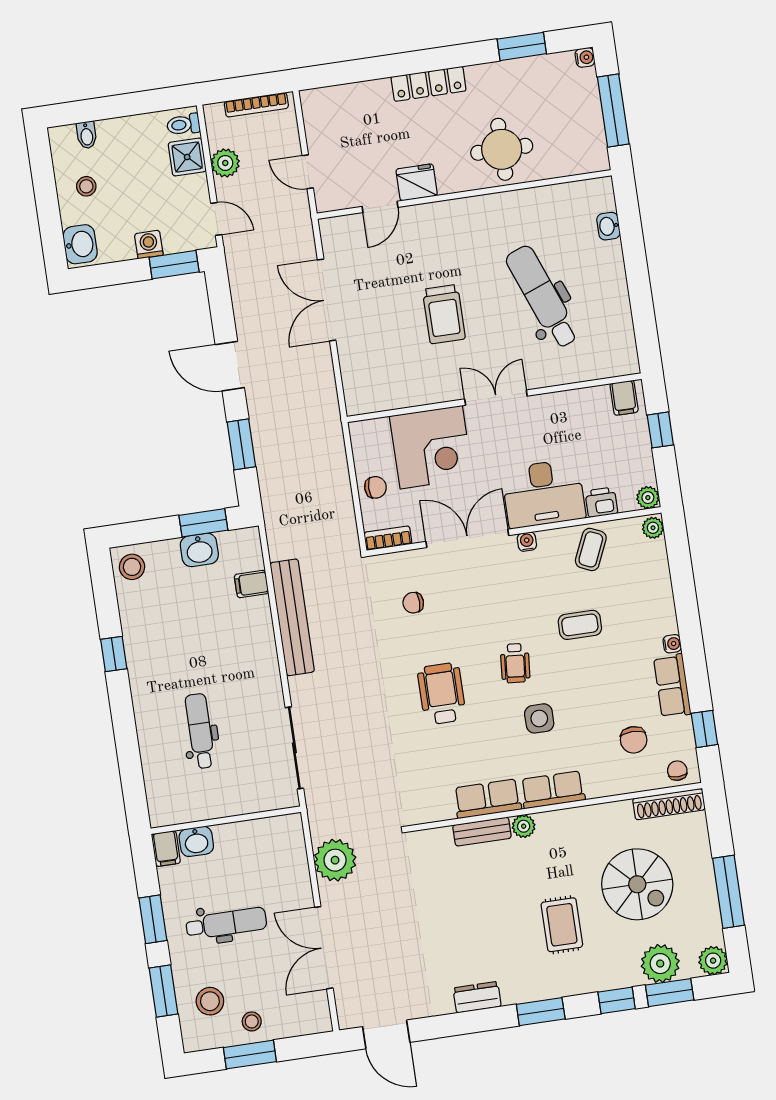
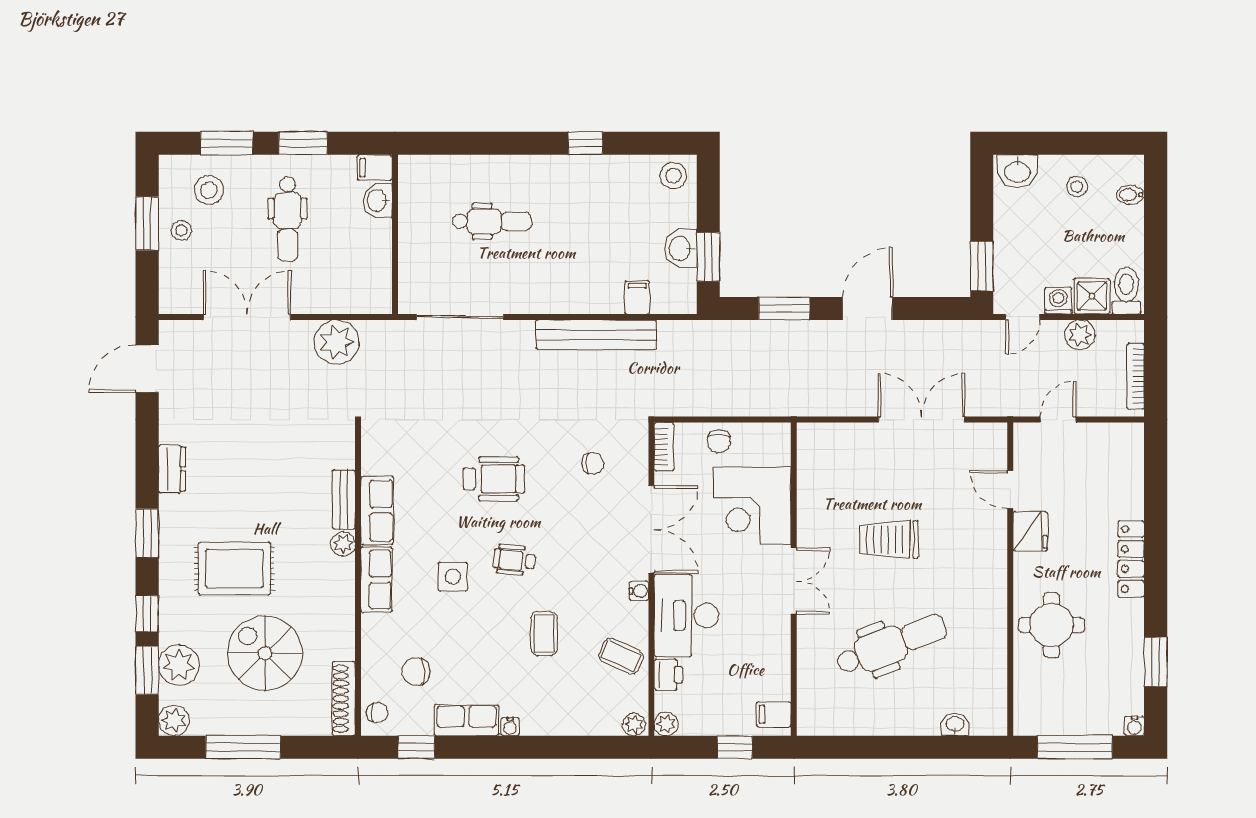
toilet: (183, 125) -> (1126, 291), width x1.37, depth x1.39
washing machine: (149, 244) -> (1058, 301), moved, turned -90
chair: (413, 603) -> (593, 463), turned 90
spiral stairs: (637, 884) -> (265, 653), turned 90
rug: (562, 925) -> (234, 568), width x1.36, depth x1.43

